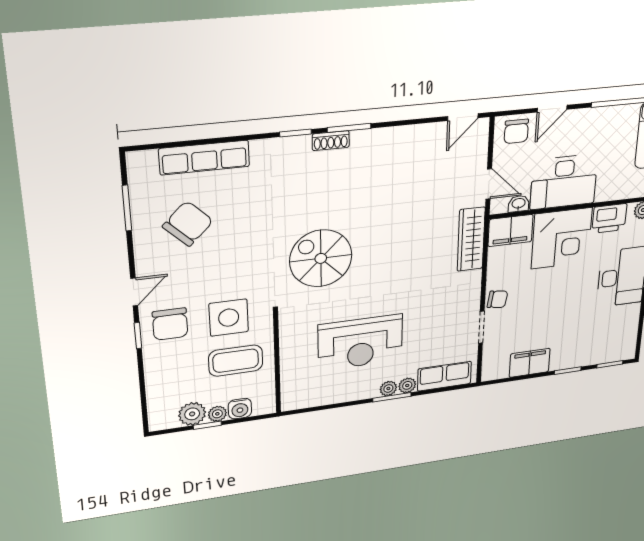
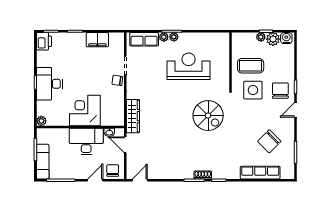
printer: (609, 218) -> (44, 41), moved, turned 90
filing cabinet: (511, 231) -> (113, 118), removed
water cooler: (240, 409) -> (286, 38), moved

